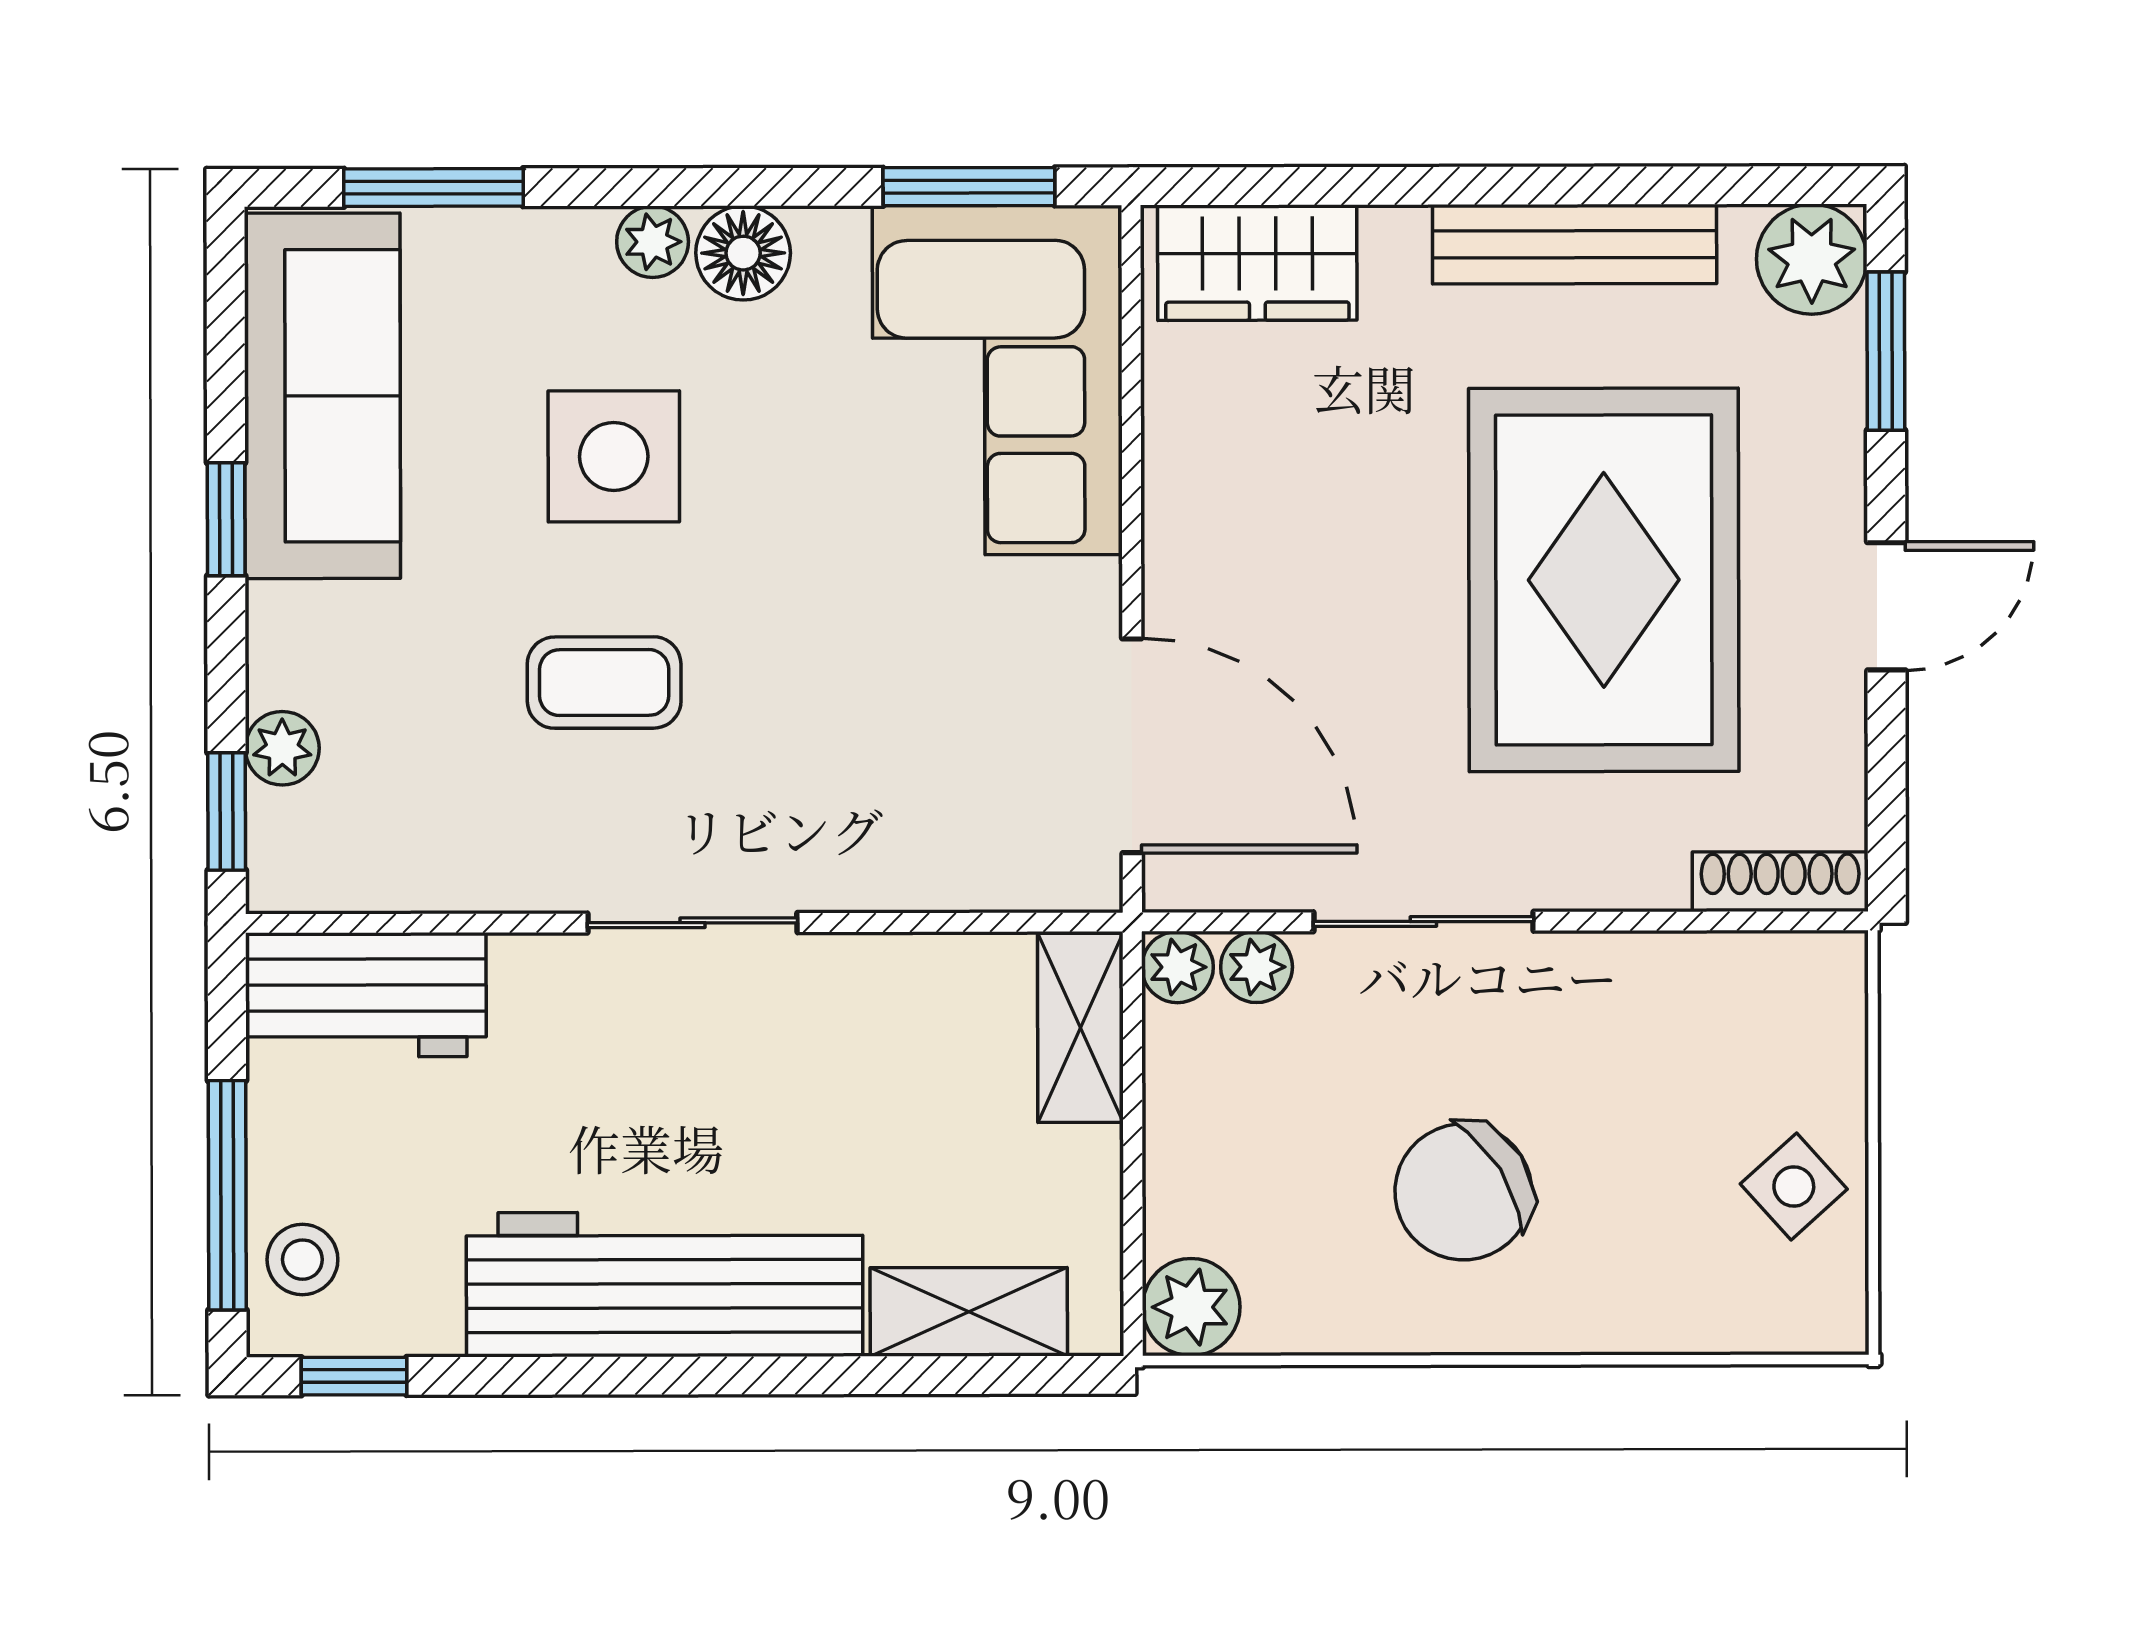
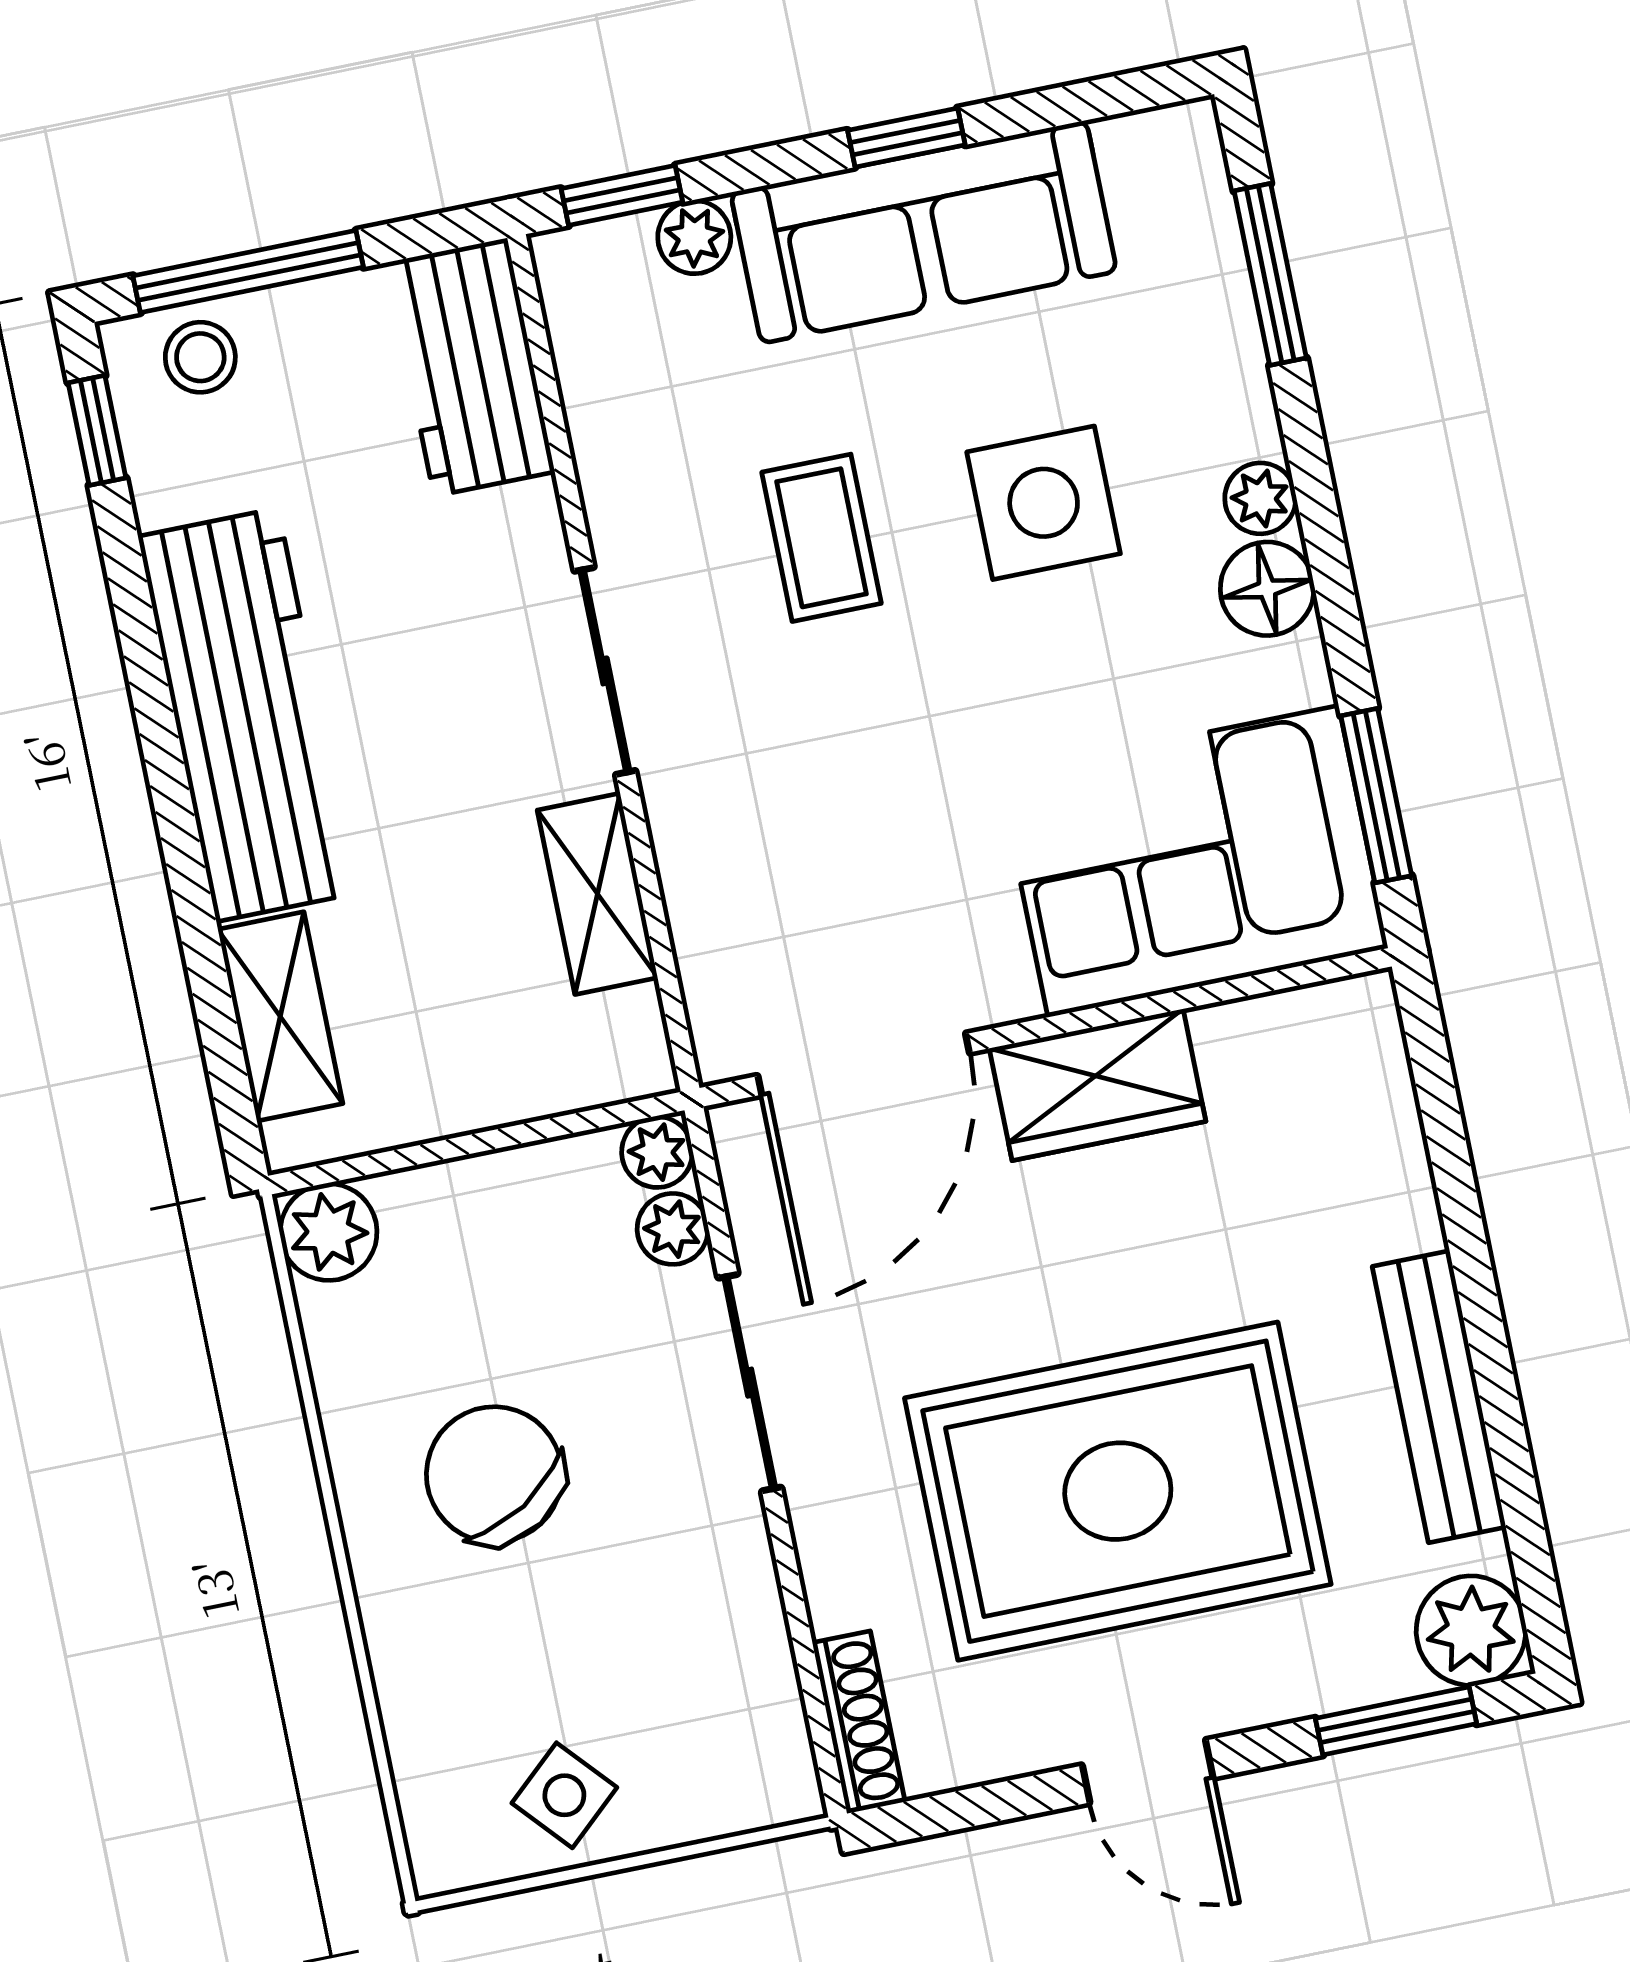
wardrobe: (1257, 263) -> (1098, 1085), moved, turned -90
sofa: (322, 396) -> (924, 232), moved
shelving: (1080, 1028) -> (598, 894), moved, turned 90

